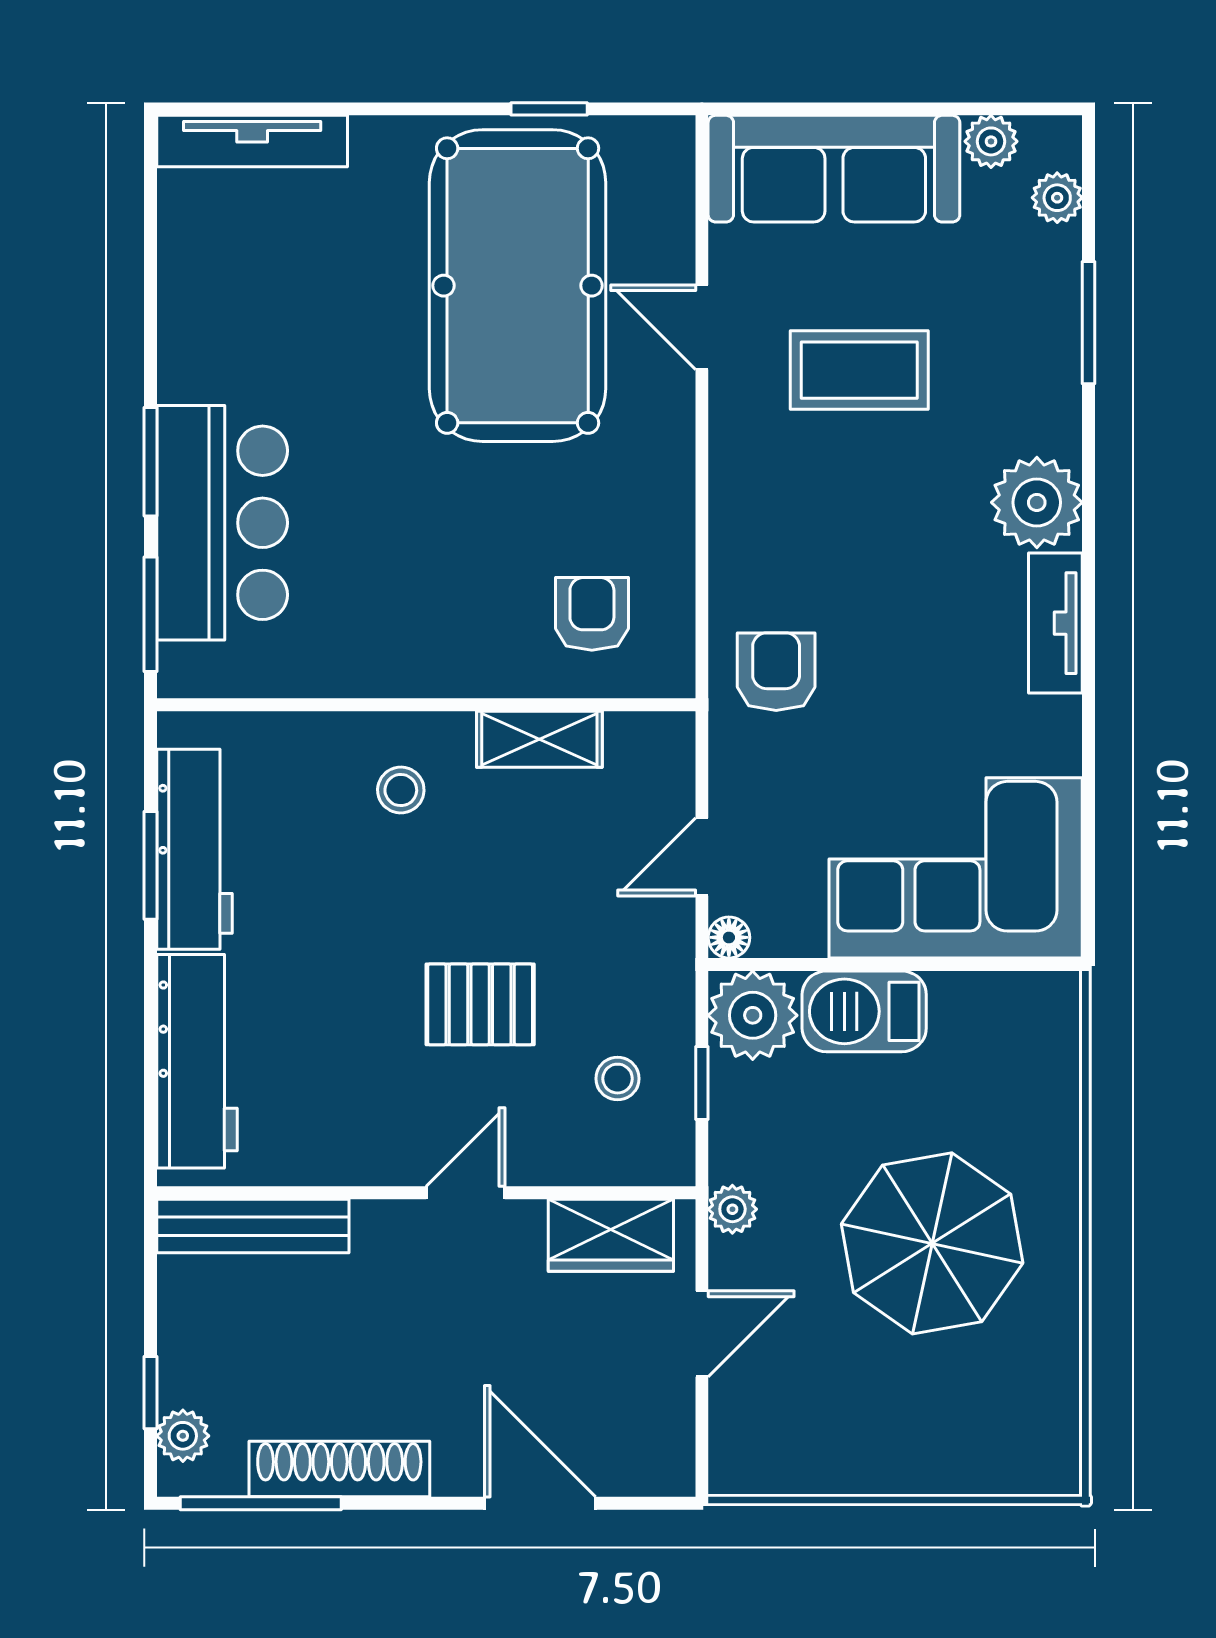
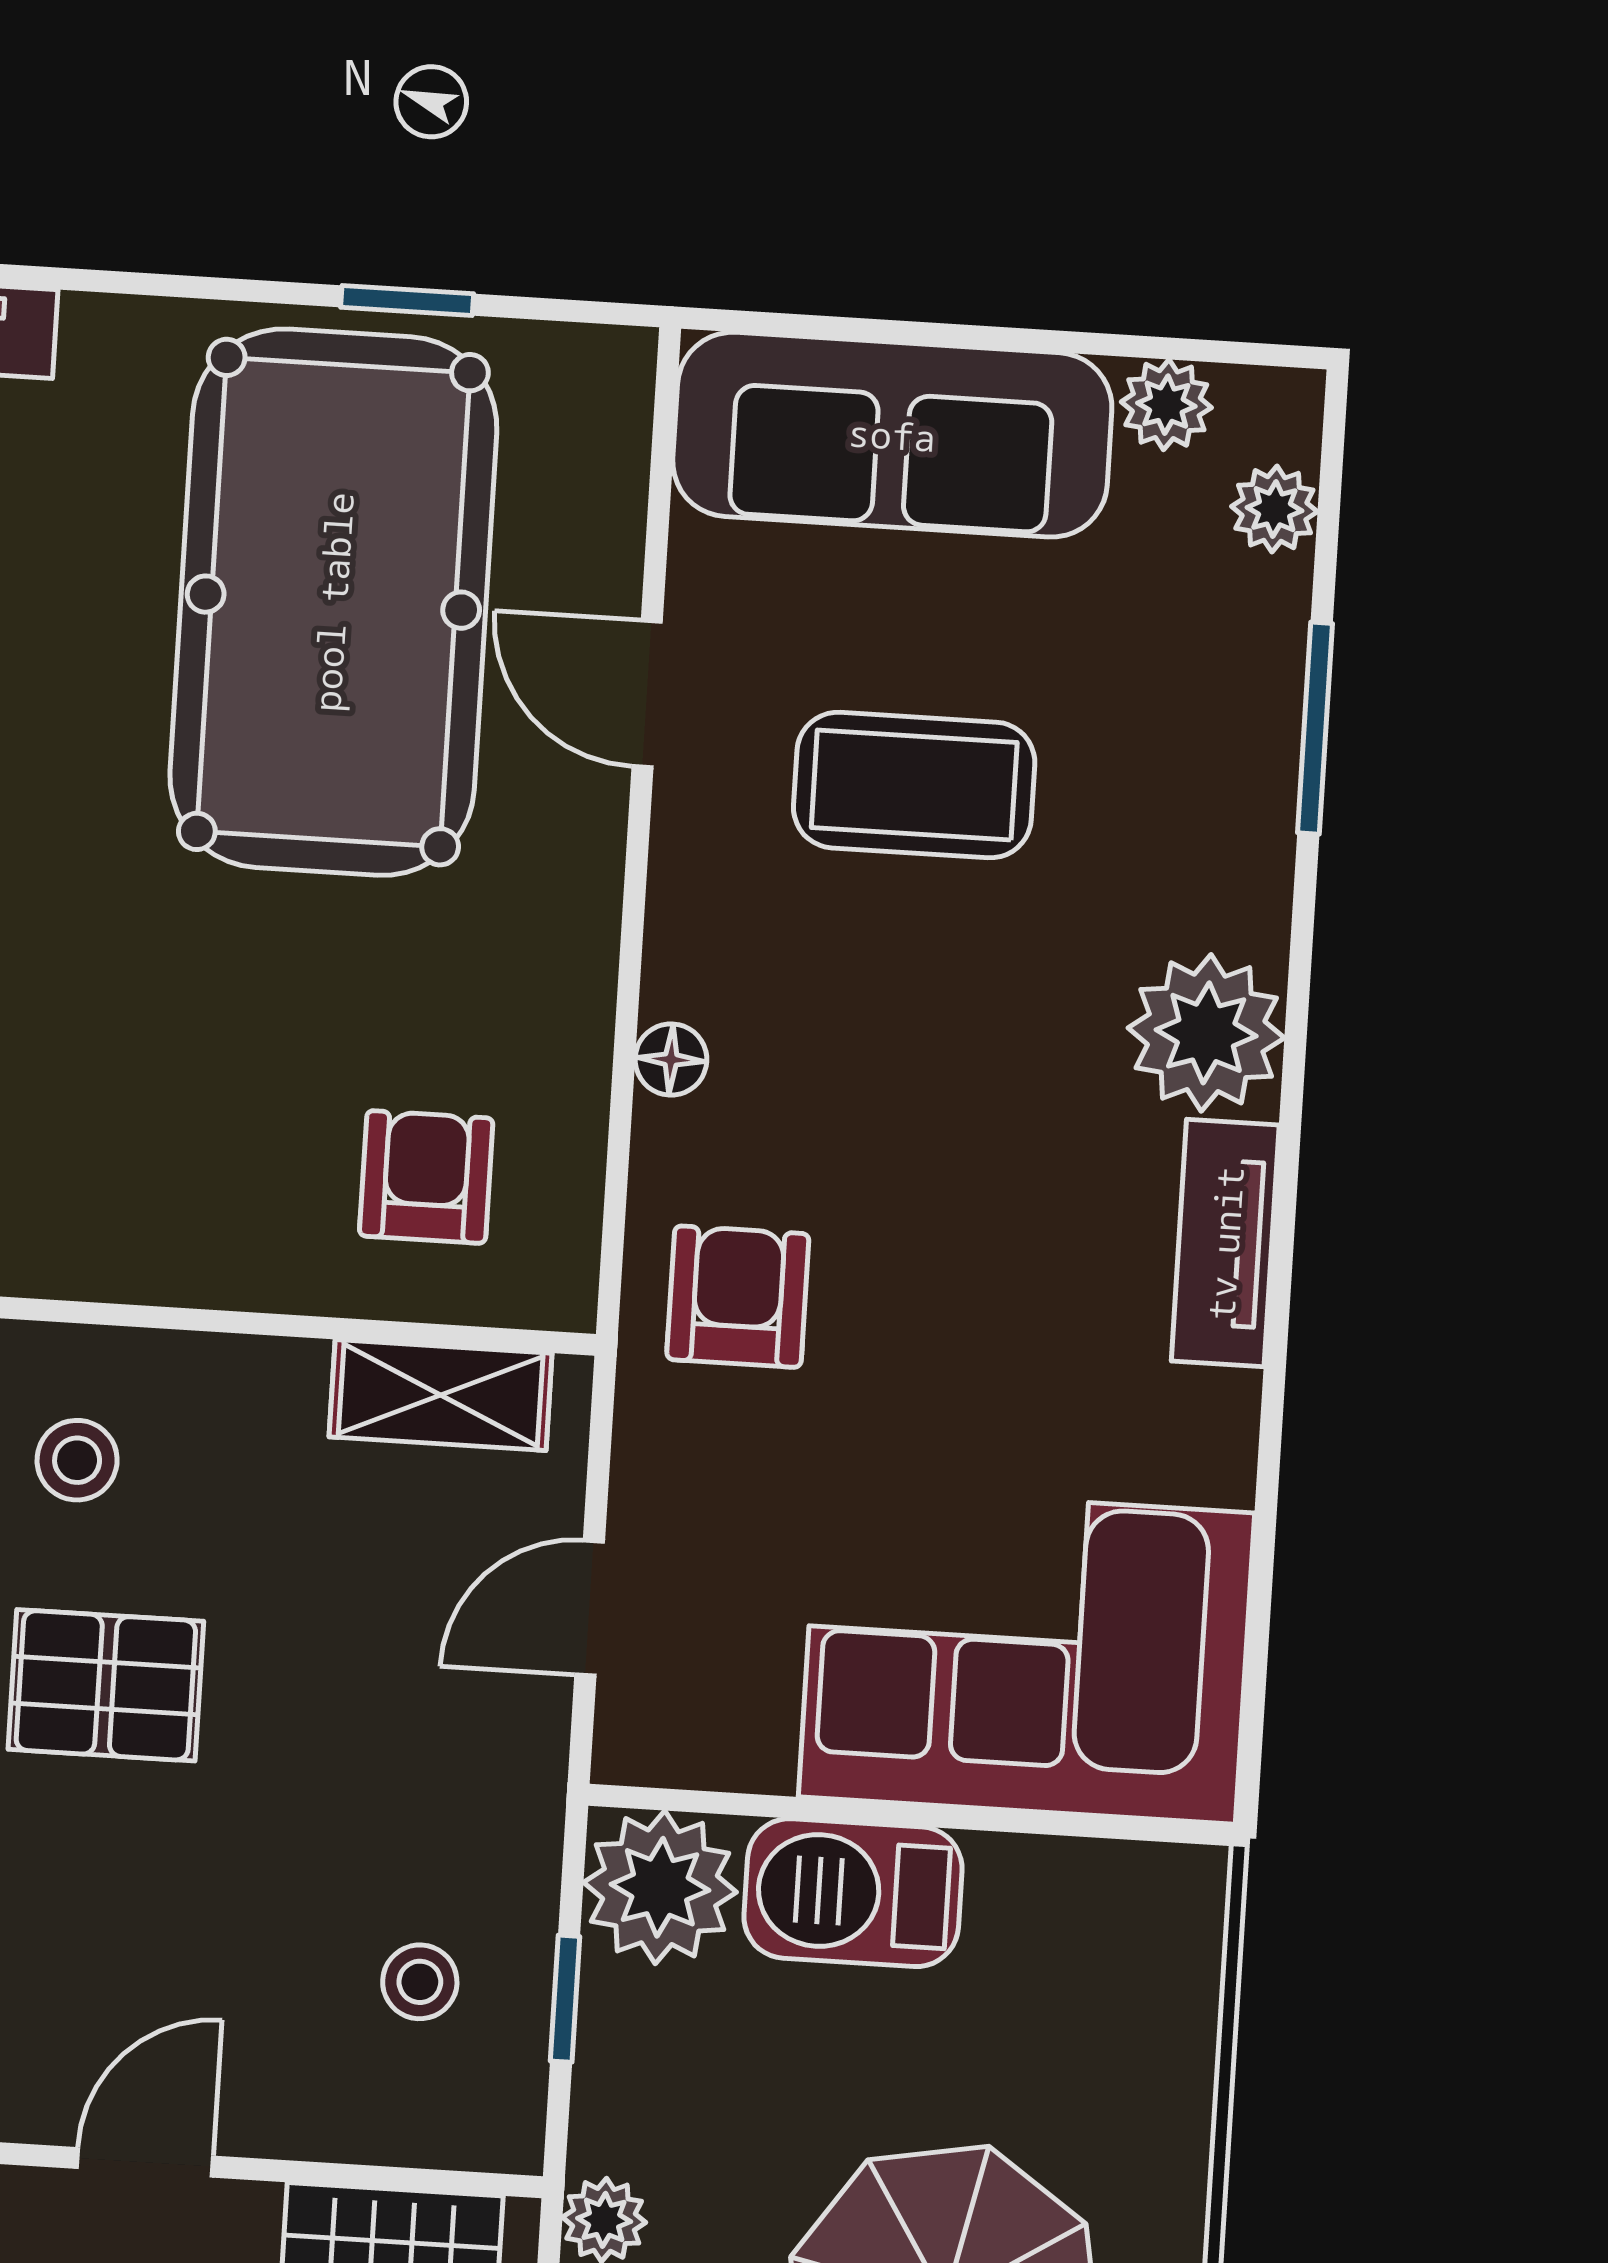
shelving: (539, 739) -> (441, 1395), moved
floor lamp: (729, 937) -> (671, 1060), moved
pallet: (480, 1004) -> (106, 1685), moved

